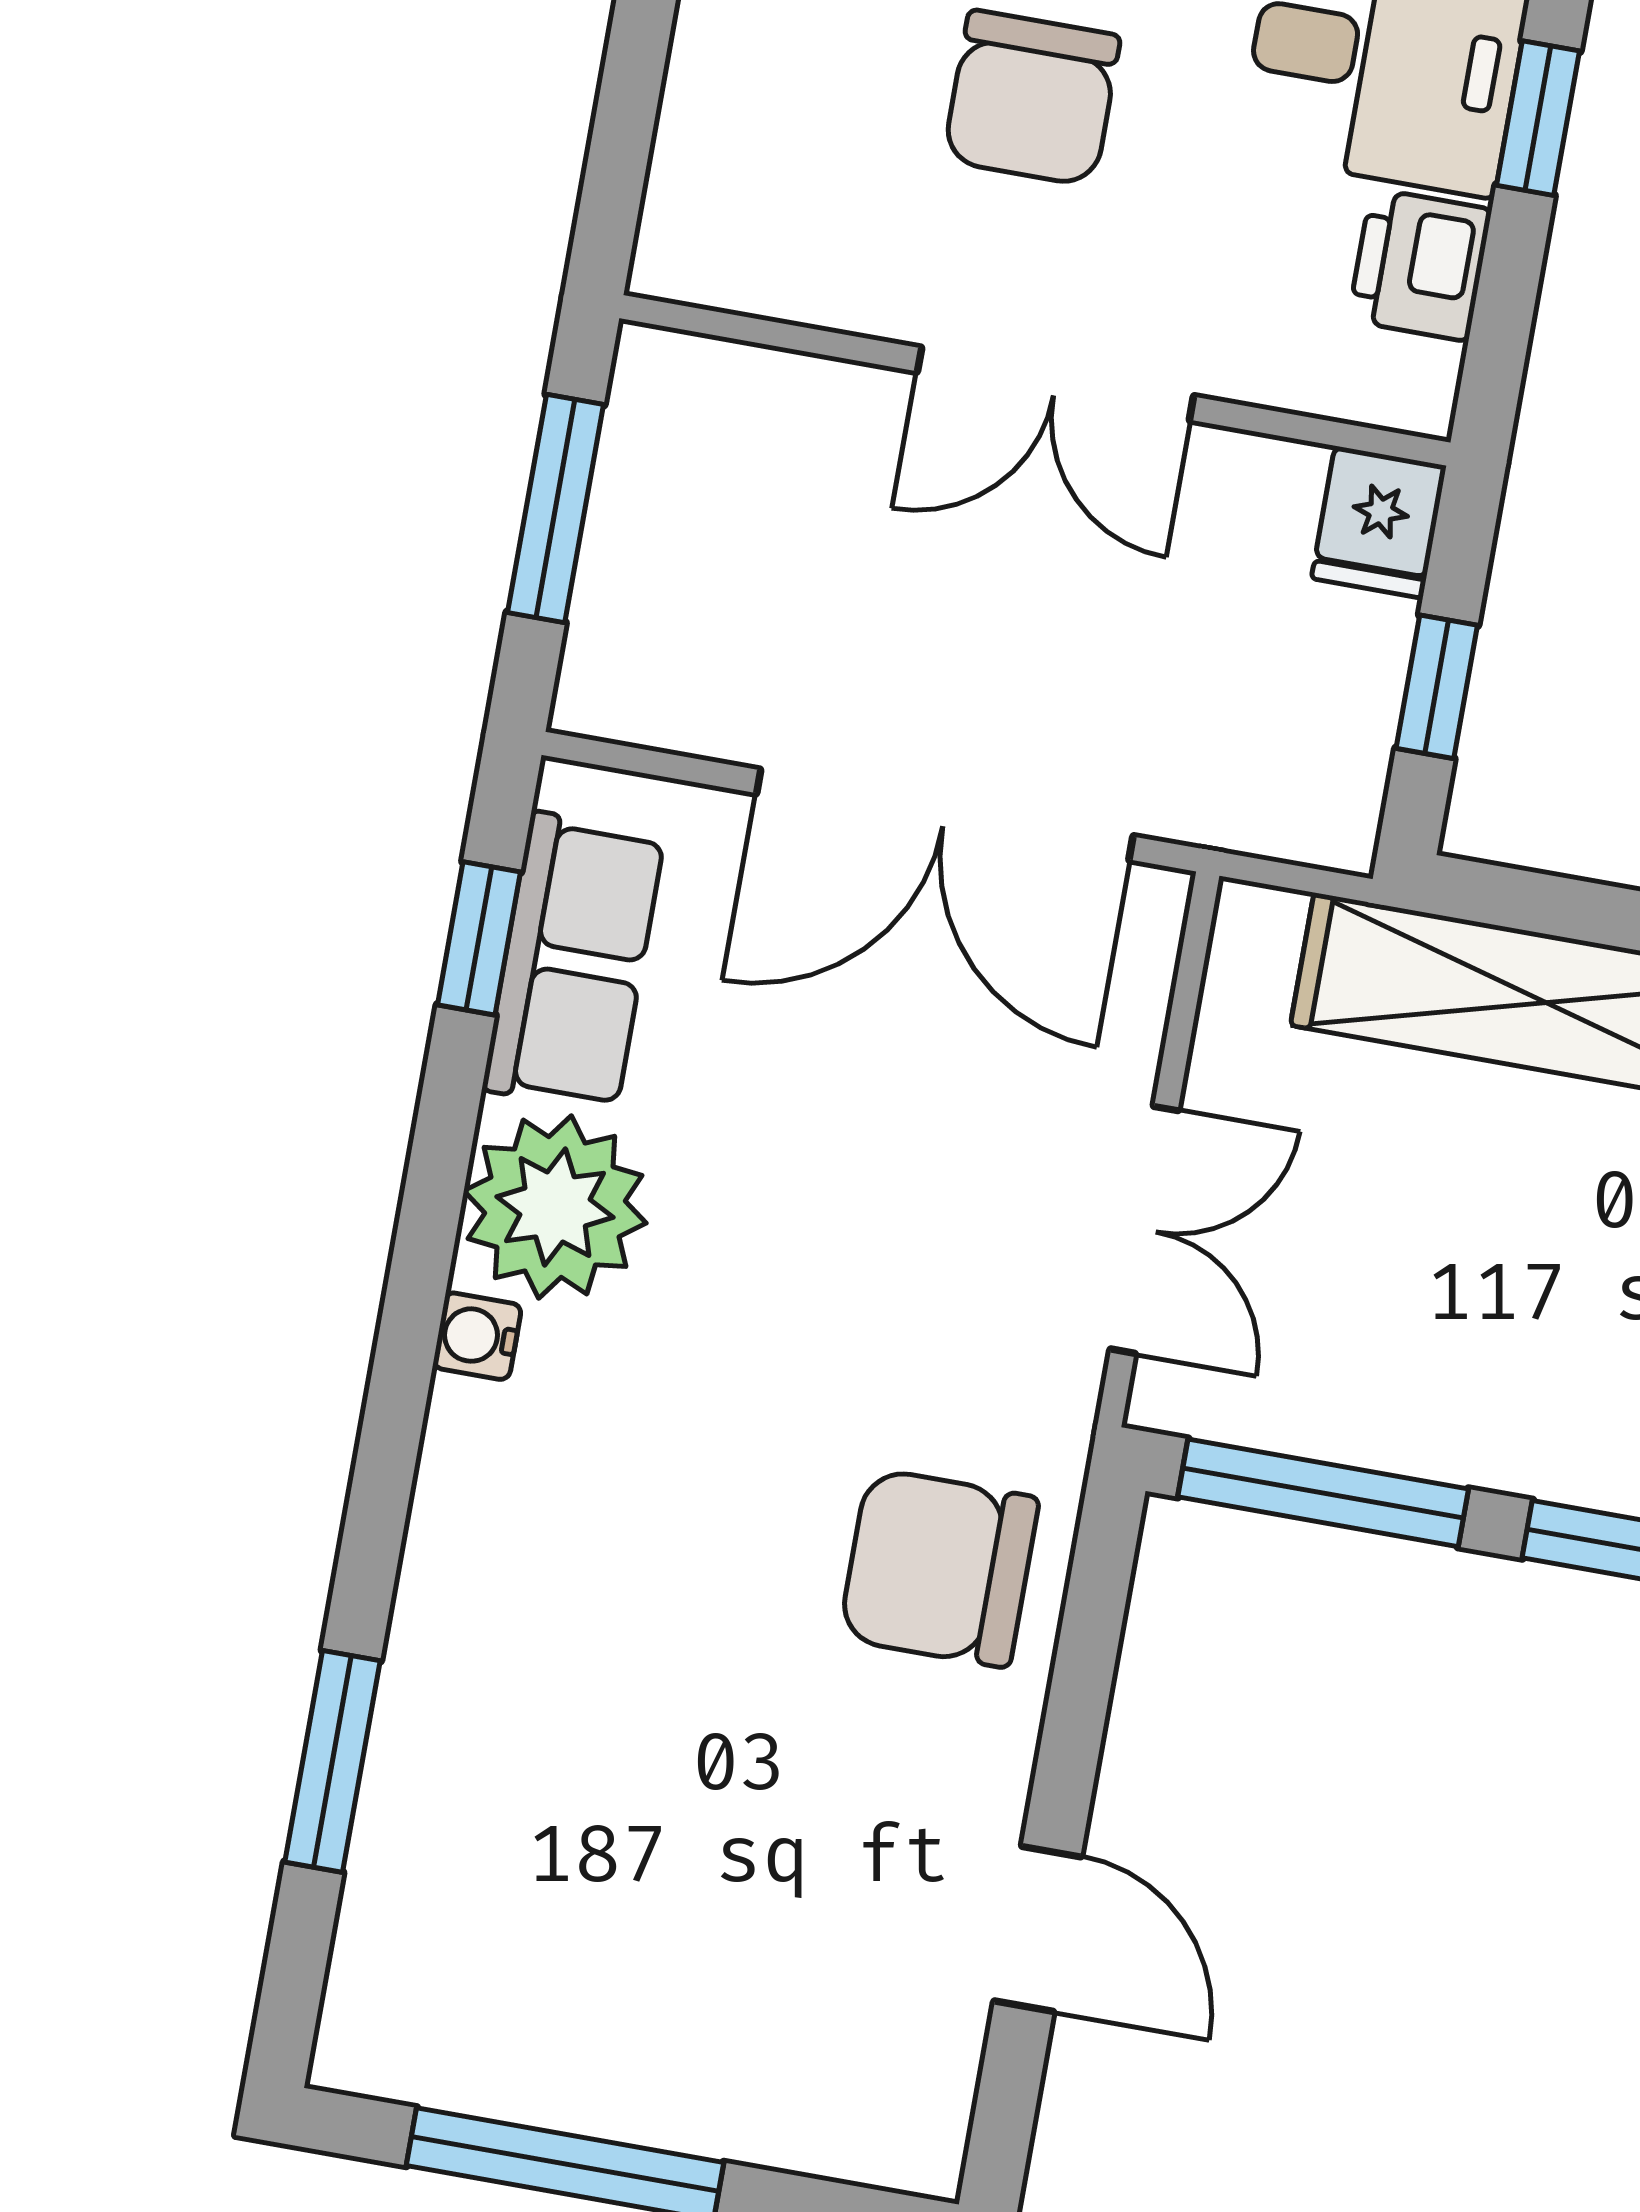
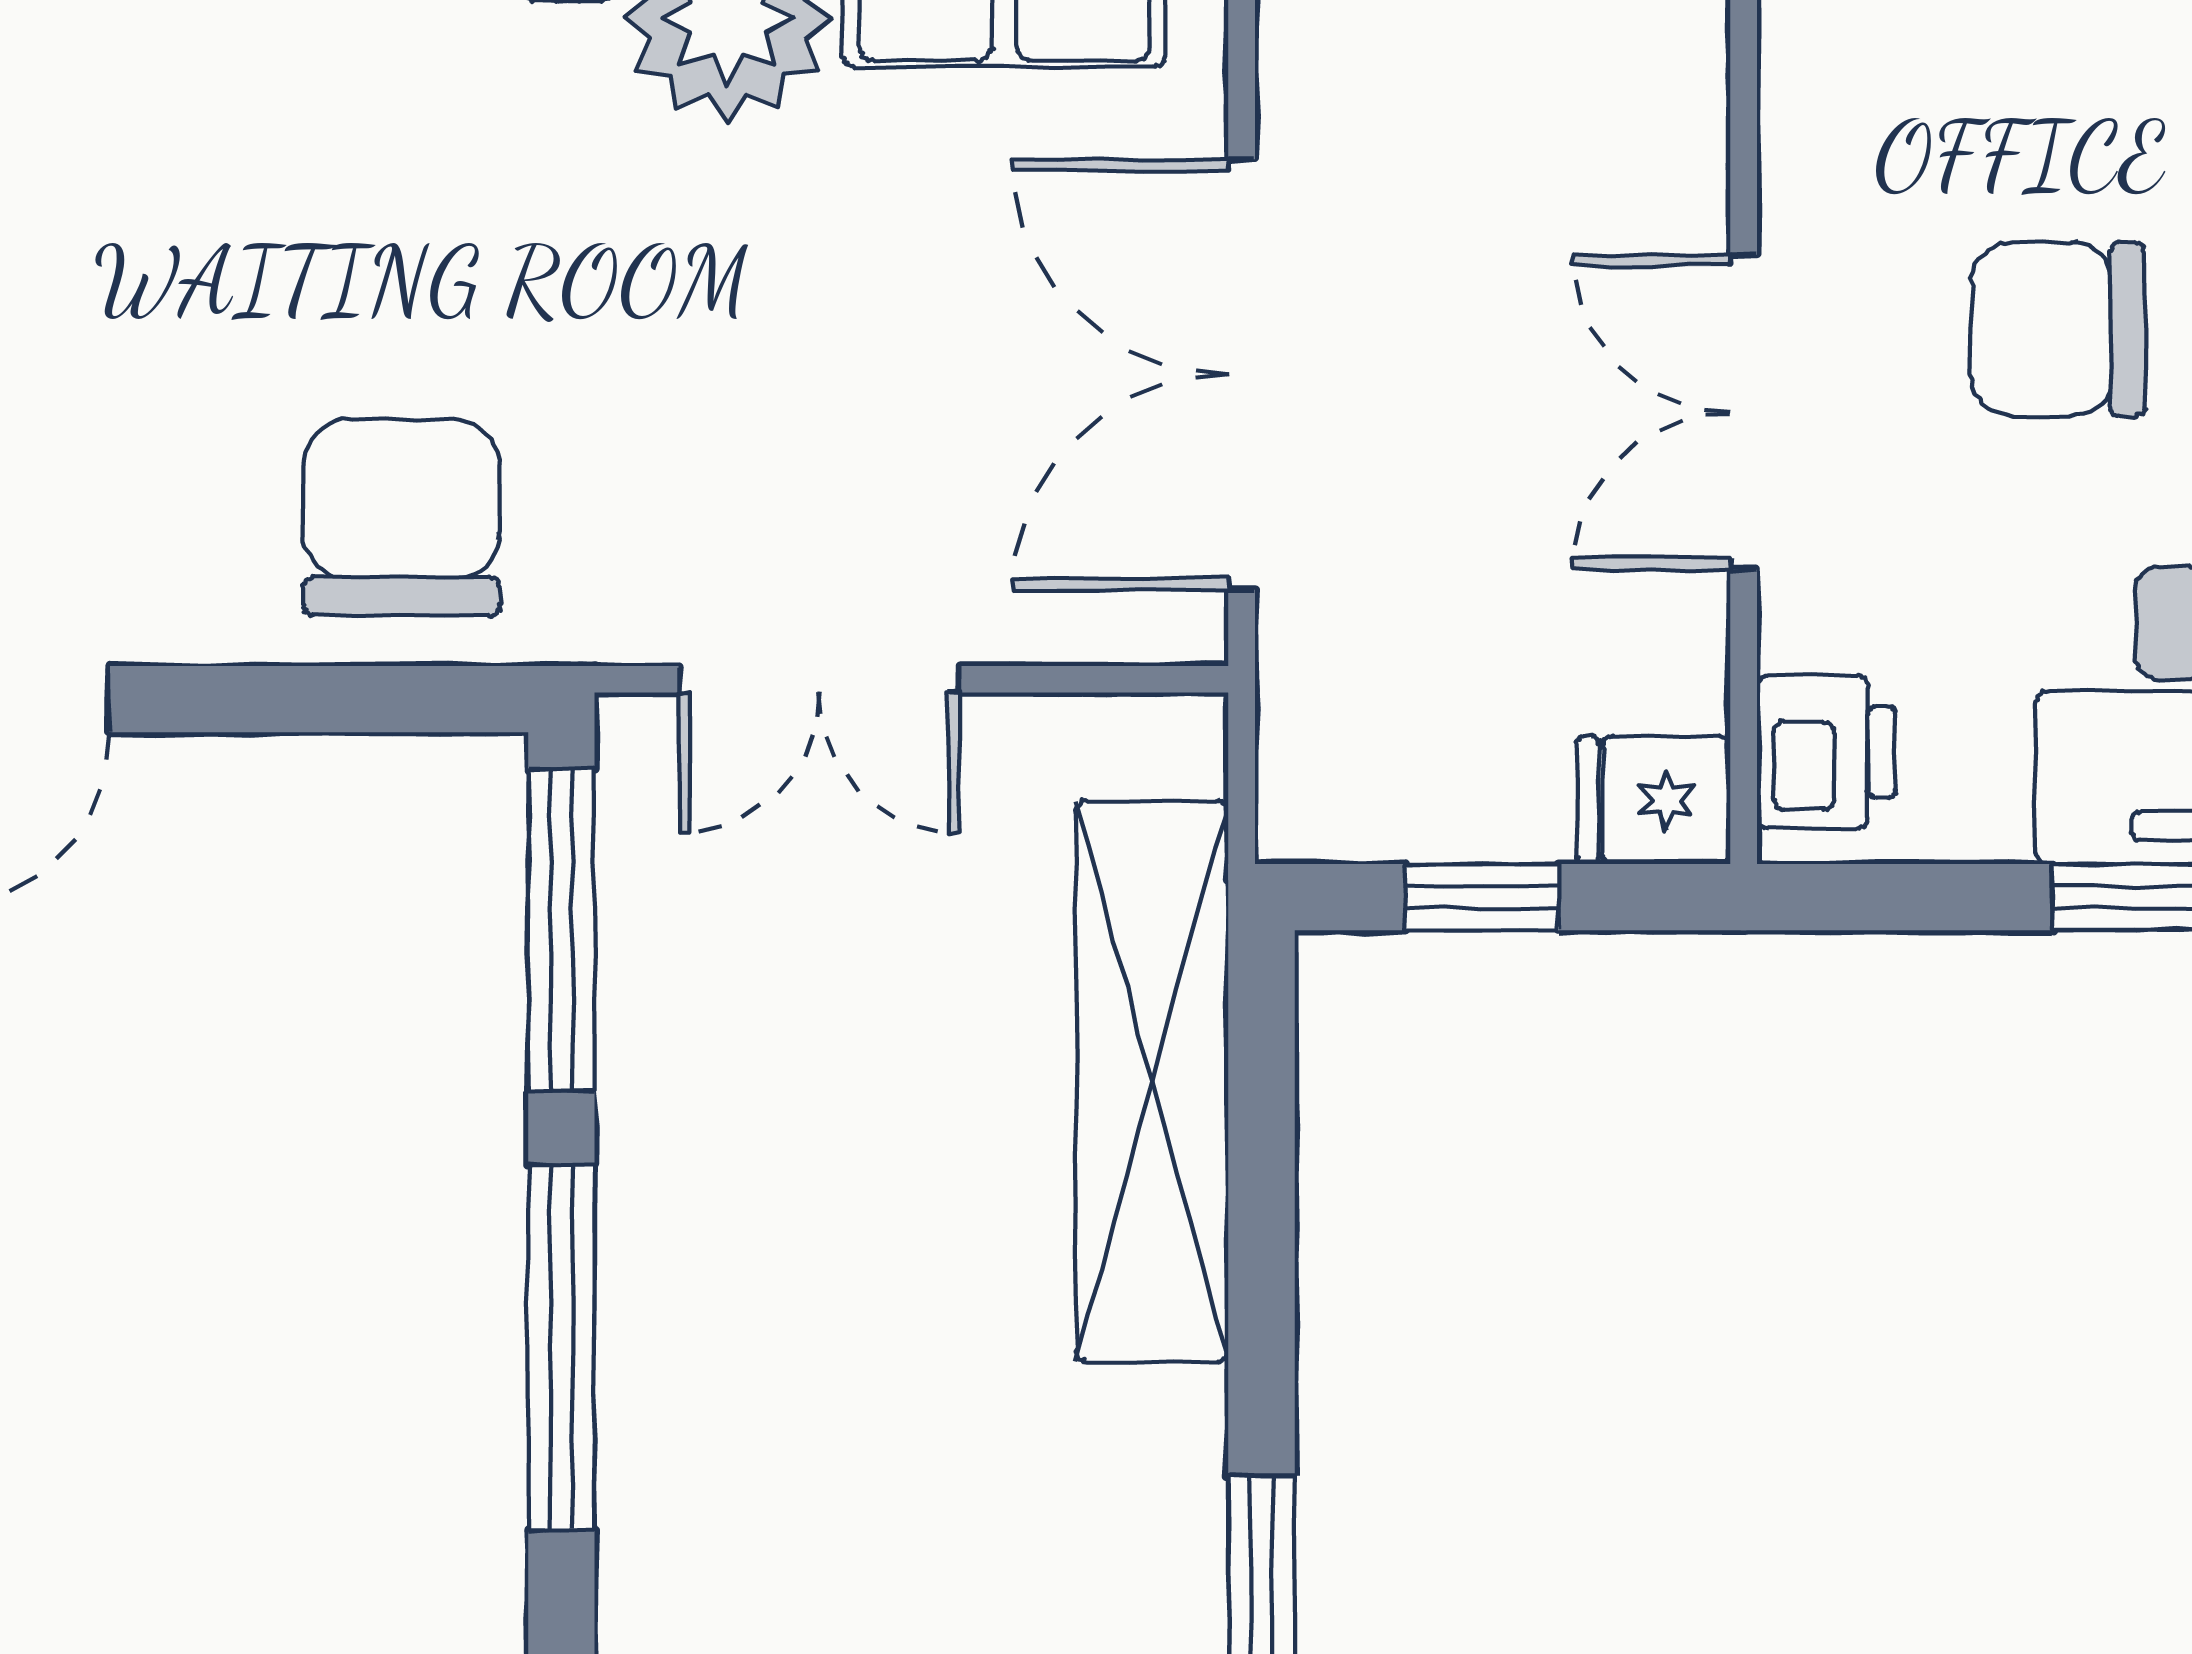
printer: (1420, 265) -> (1826, 752), moved, turned 90

